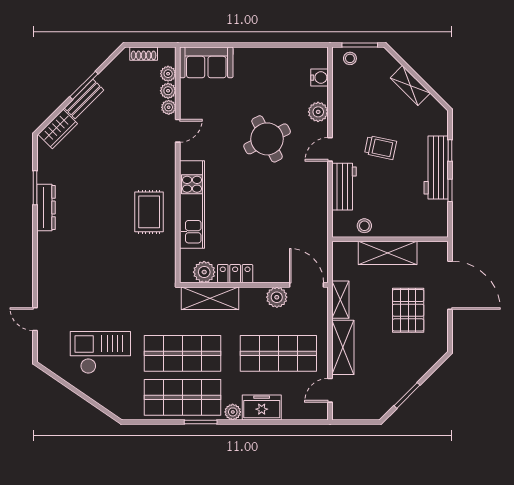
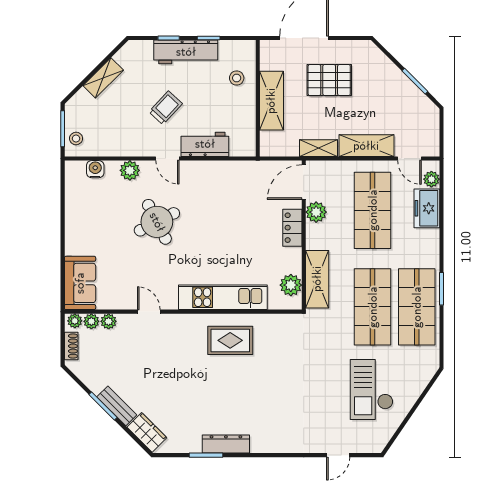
plant: (169, 107) -> (75, 321), moved
trolley: (381, 148) -> (166, 108), turned 31
stool: (364, 226) -> (237, 78), moved
locker: (235, 274) -> (292, 228), moved
freezer: (262, 407) -> (427, 208), moved
plant: (233, 412) -> (431, 179), moved

